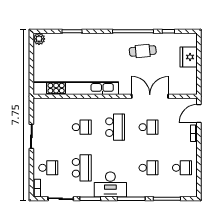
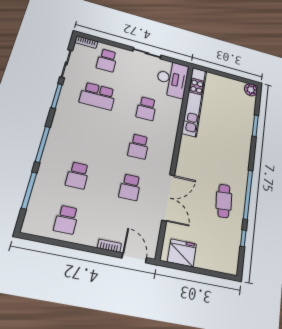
fridge: (189, 57) -> (182, 253), moved
kitchen unit: (76, 88) -> (194, 101), width x0.73
school desk: (115, 127) -> (138, 147), width x0.54
desk: (110, 184) -> (172, 79), moved, turned 180

